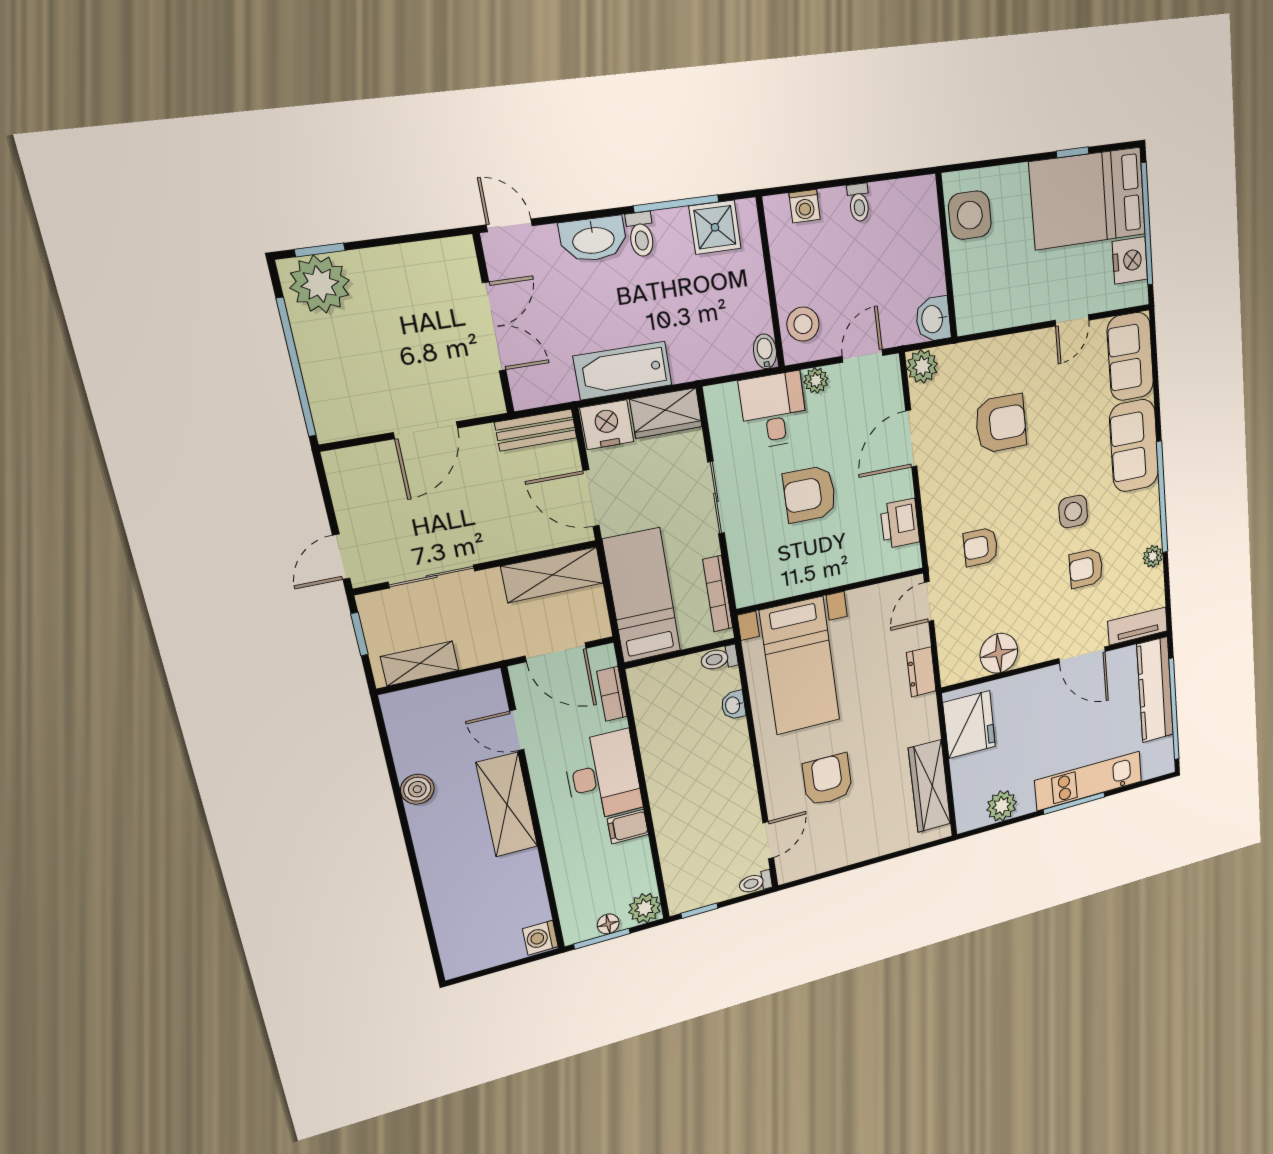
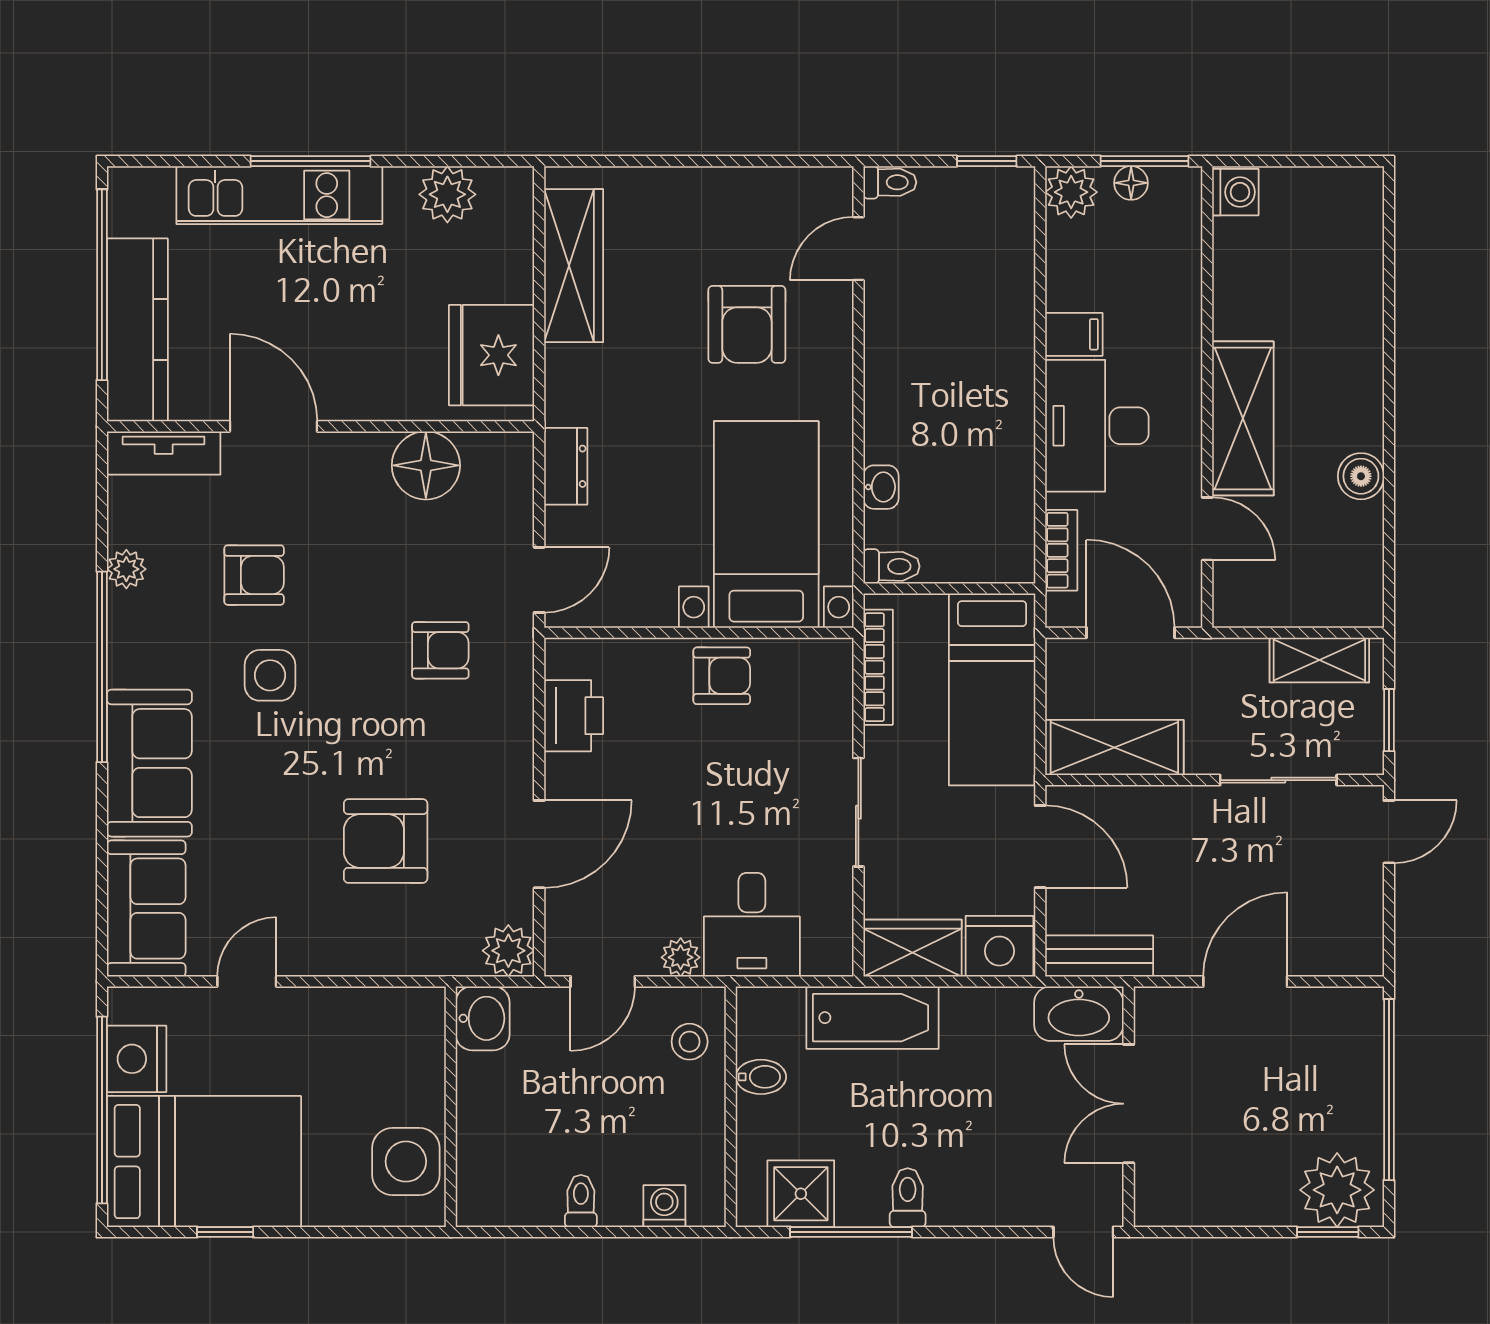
washbasin: (593, 239) -> (1079, 1014), moved, turned 180
stool: (803, 324) -> (690, 1042), width x0.73, depth x0.73
bidet: (765, 351) -> (761, 1077), moved, turned -90
bathtub: (623, 371) -> (872, 1018), moved
armchair: (810, 494) -> (722, 676), moved, width x0.72, depth x0.72

